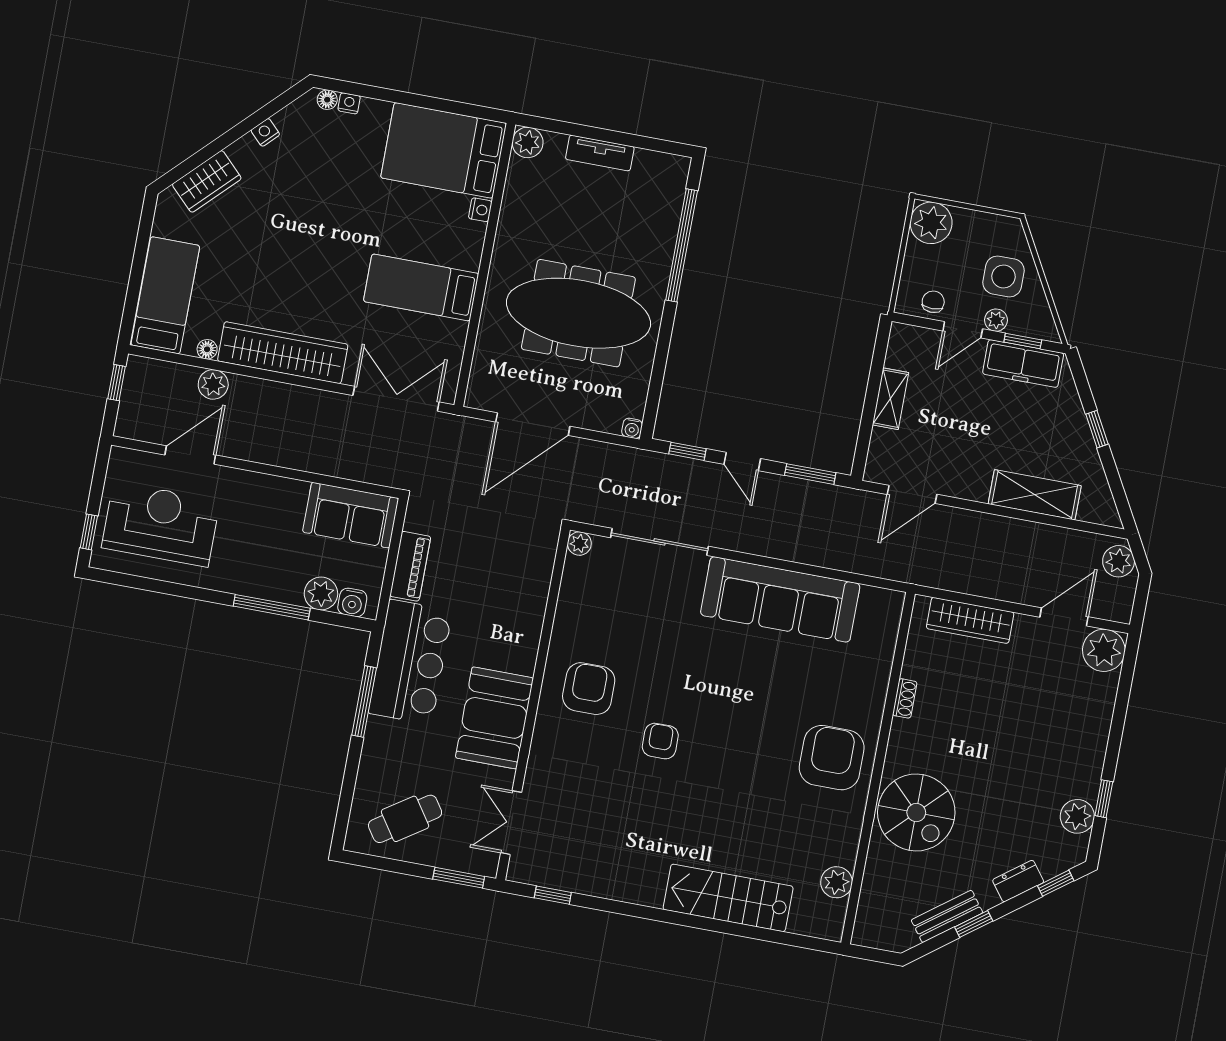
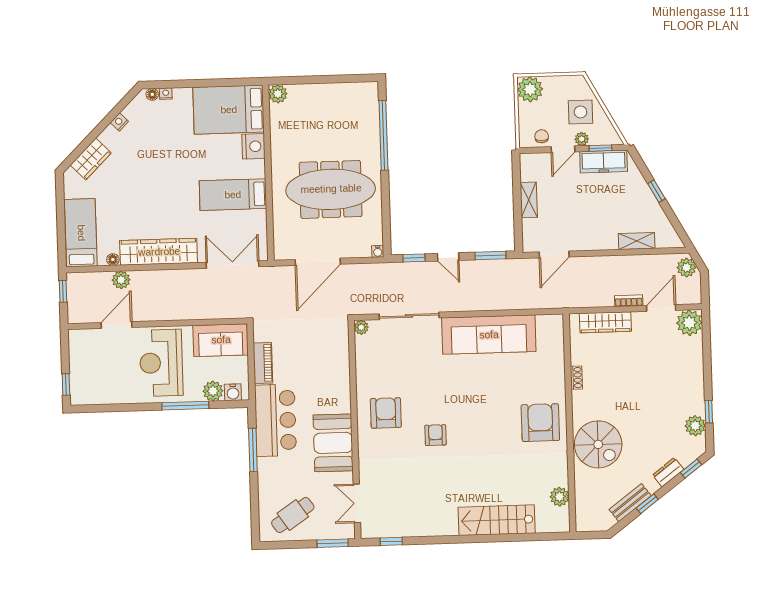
tv unit: (600, 153) -> (323, 91), removed
nightstand: (480, 210) -> (253, 146), width x1.89, depth x1.79
shelving: (1035, 495) -> (637, 241), width x0.67, depth x0.75
reception desk: (161, 524) -> (161, 363), moved, turned -90
bookcase: (1015, 594) -> (629, 301), added

